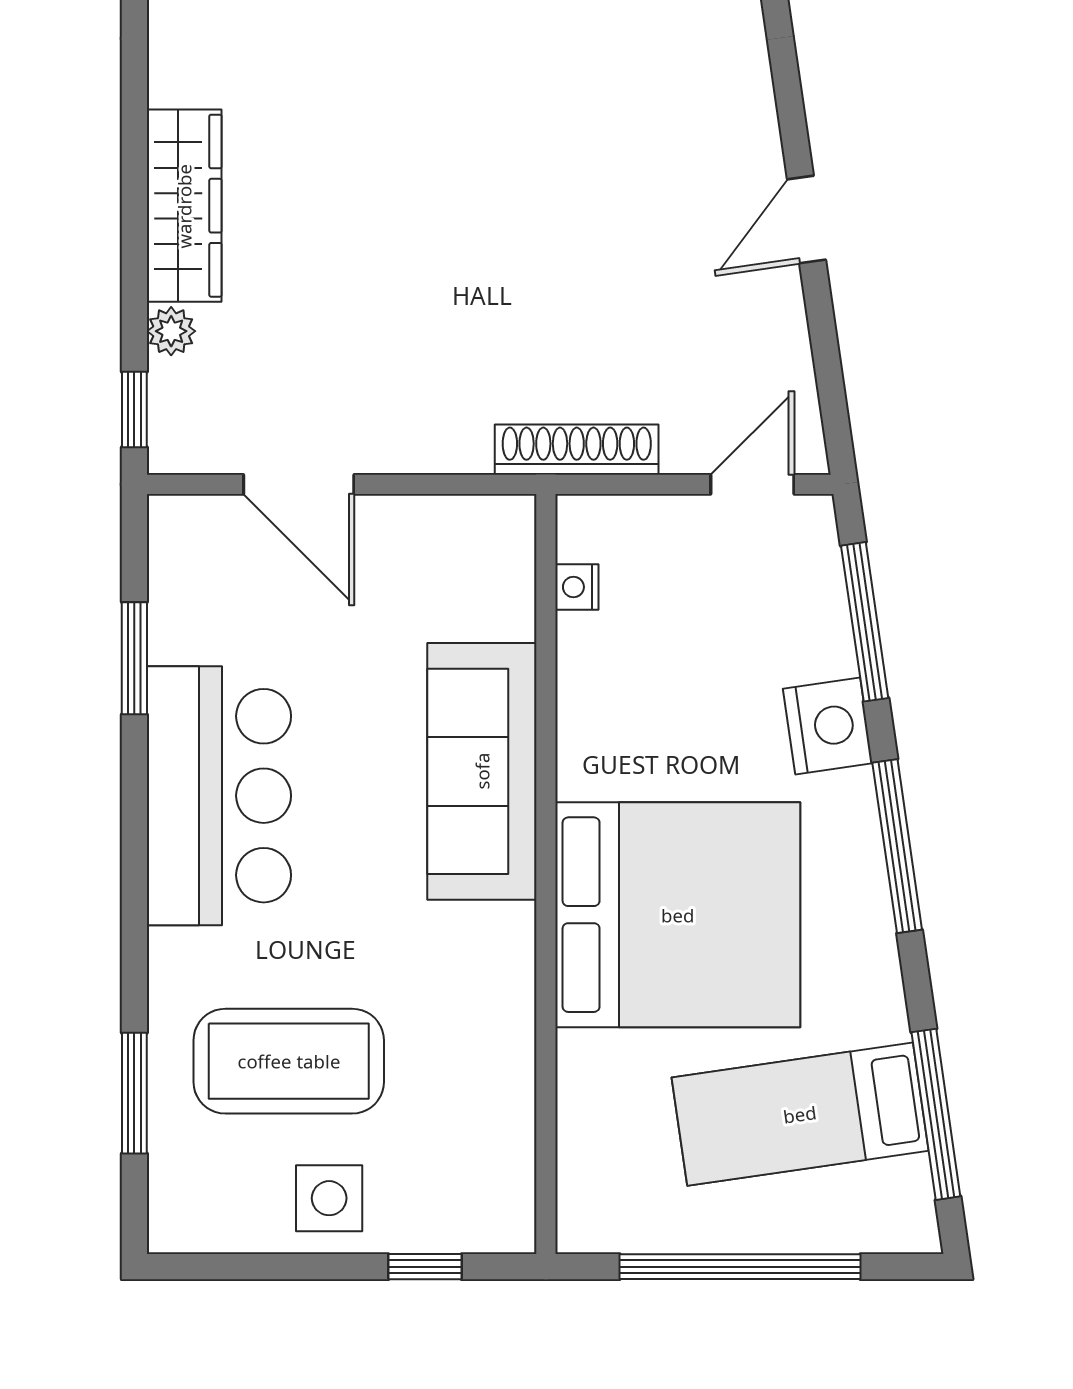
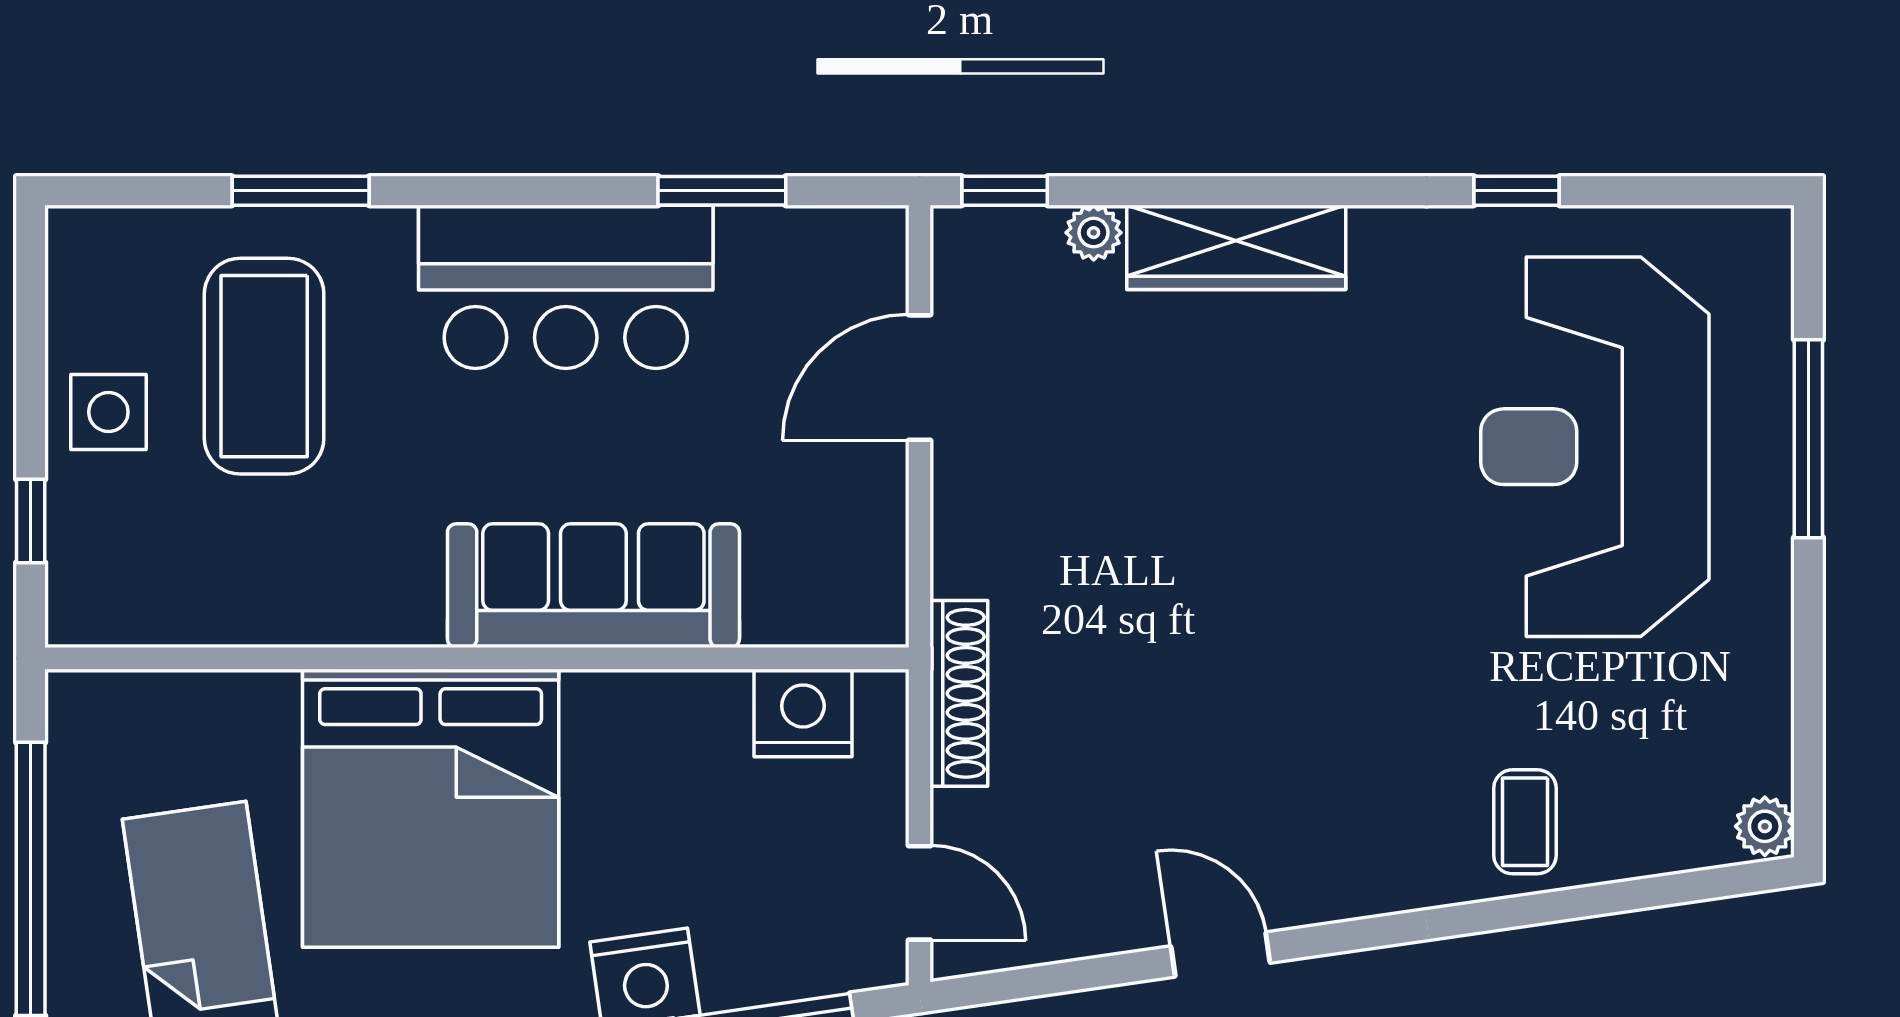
nightstand: (577, 587) -> (803, 713), width x1.89, depth x1.79
window: (134, 1093) -> (301, 191), moved

